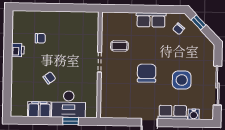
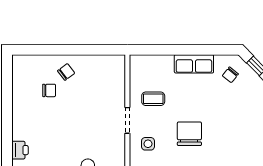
printer: (18, 50) -> (20, 150), moved
chair: (49, 78) -> (66, 72), moved
side table: (182, 80) -> (148, 144), moved, width x0.54, depth x0.54

